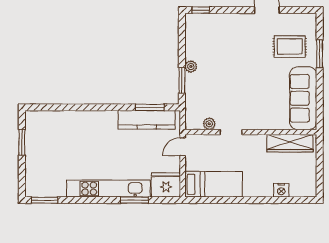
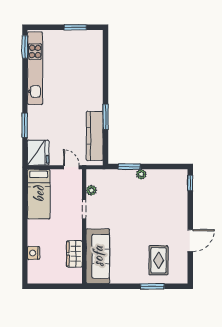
sofa: (303, 98) -> (98, 256), moved, turned 90
window: (150, 107) -> (106, 117), moved
wardrobe: (290, 143) -> (74, 254), width x0.67
kitchen unit: (108, 189) -> (35, 68), moved

